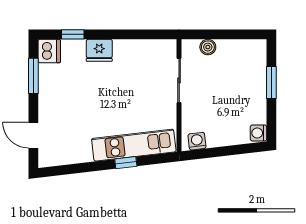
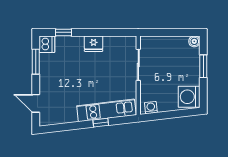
boiler: (208, 47) -> (194, 41), moved
fridge: (99, 50) -> (94, 44), moved
washing machine: (258, 133) -> (189, 97), width x1.89, depth x1.89

